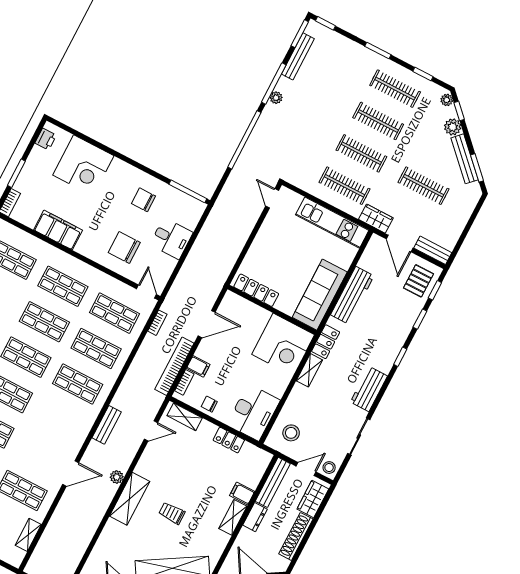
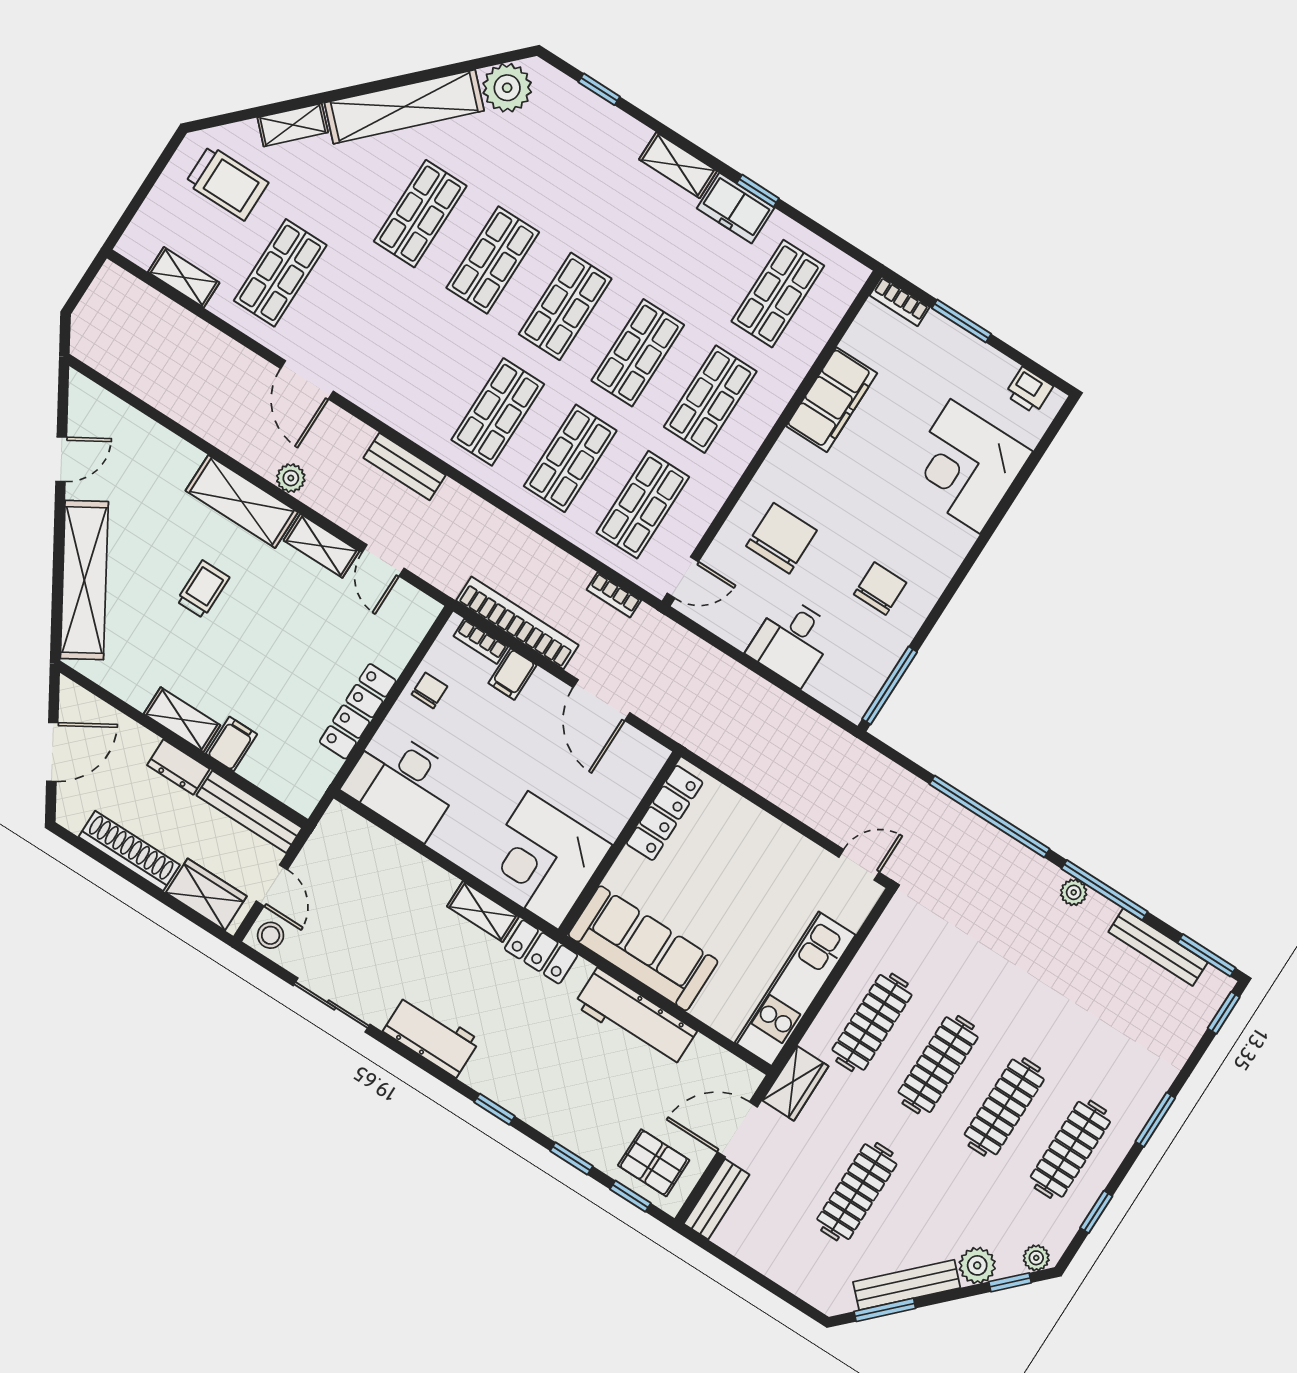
shelving: (185, 417) -> (321, 546), moved, turned 90
stool: (291, 433) -> (352, 860), removed
locker: (229, 440) -> (358, 711), width x1.53

